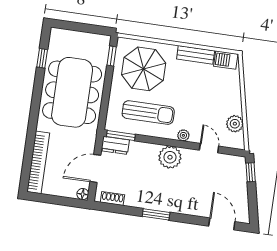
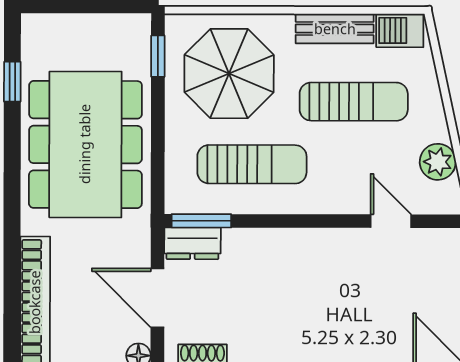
sun lounger: (200, 90) -> (354, 102), added
plant: (183, 135) -> (333, 202), removed
plant: (170, 157) -> (311, 252), removed
door: (95, 168) -> (157, 298), hinge flipped

